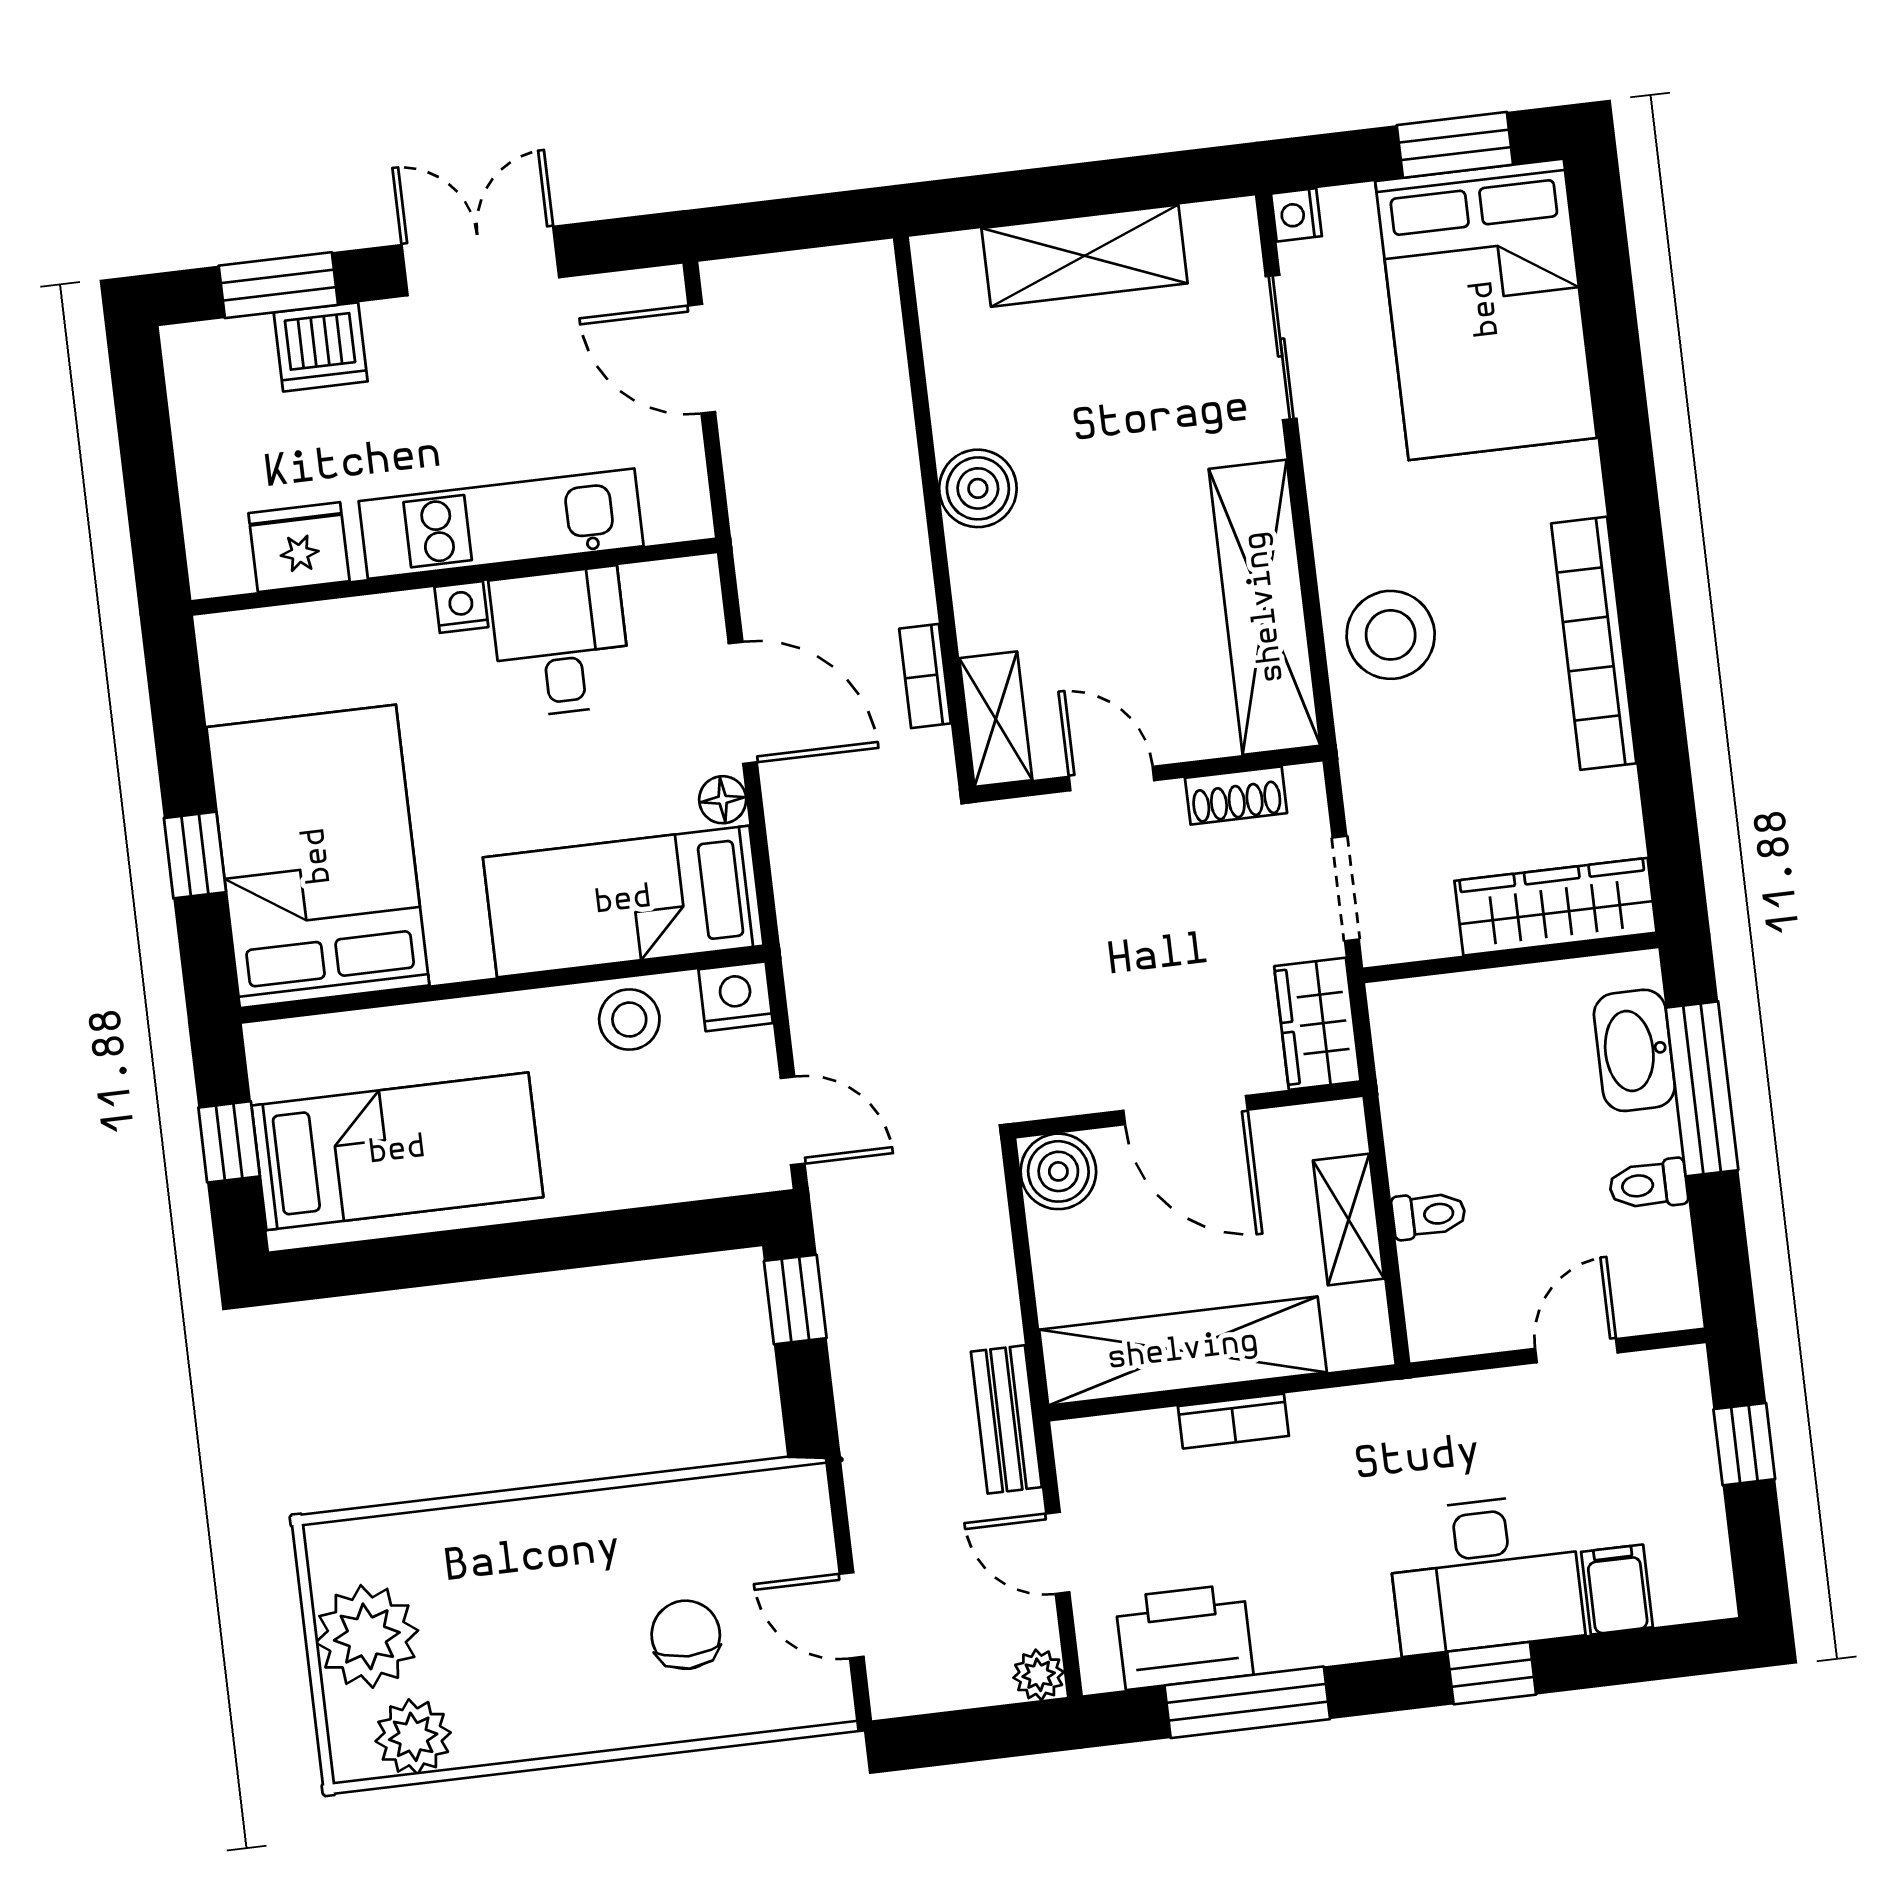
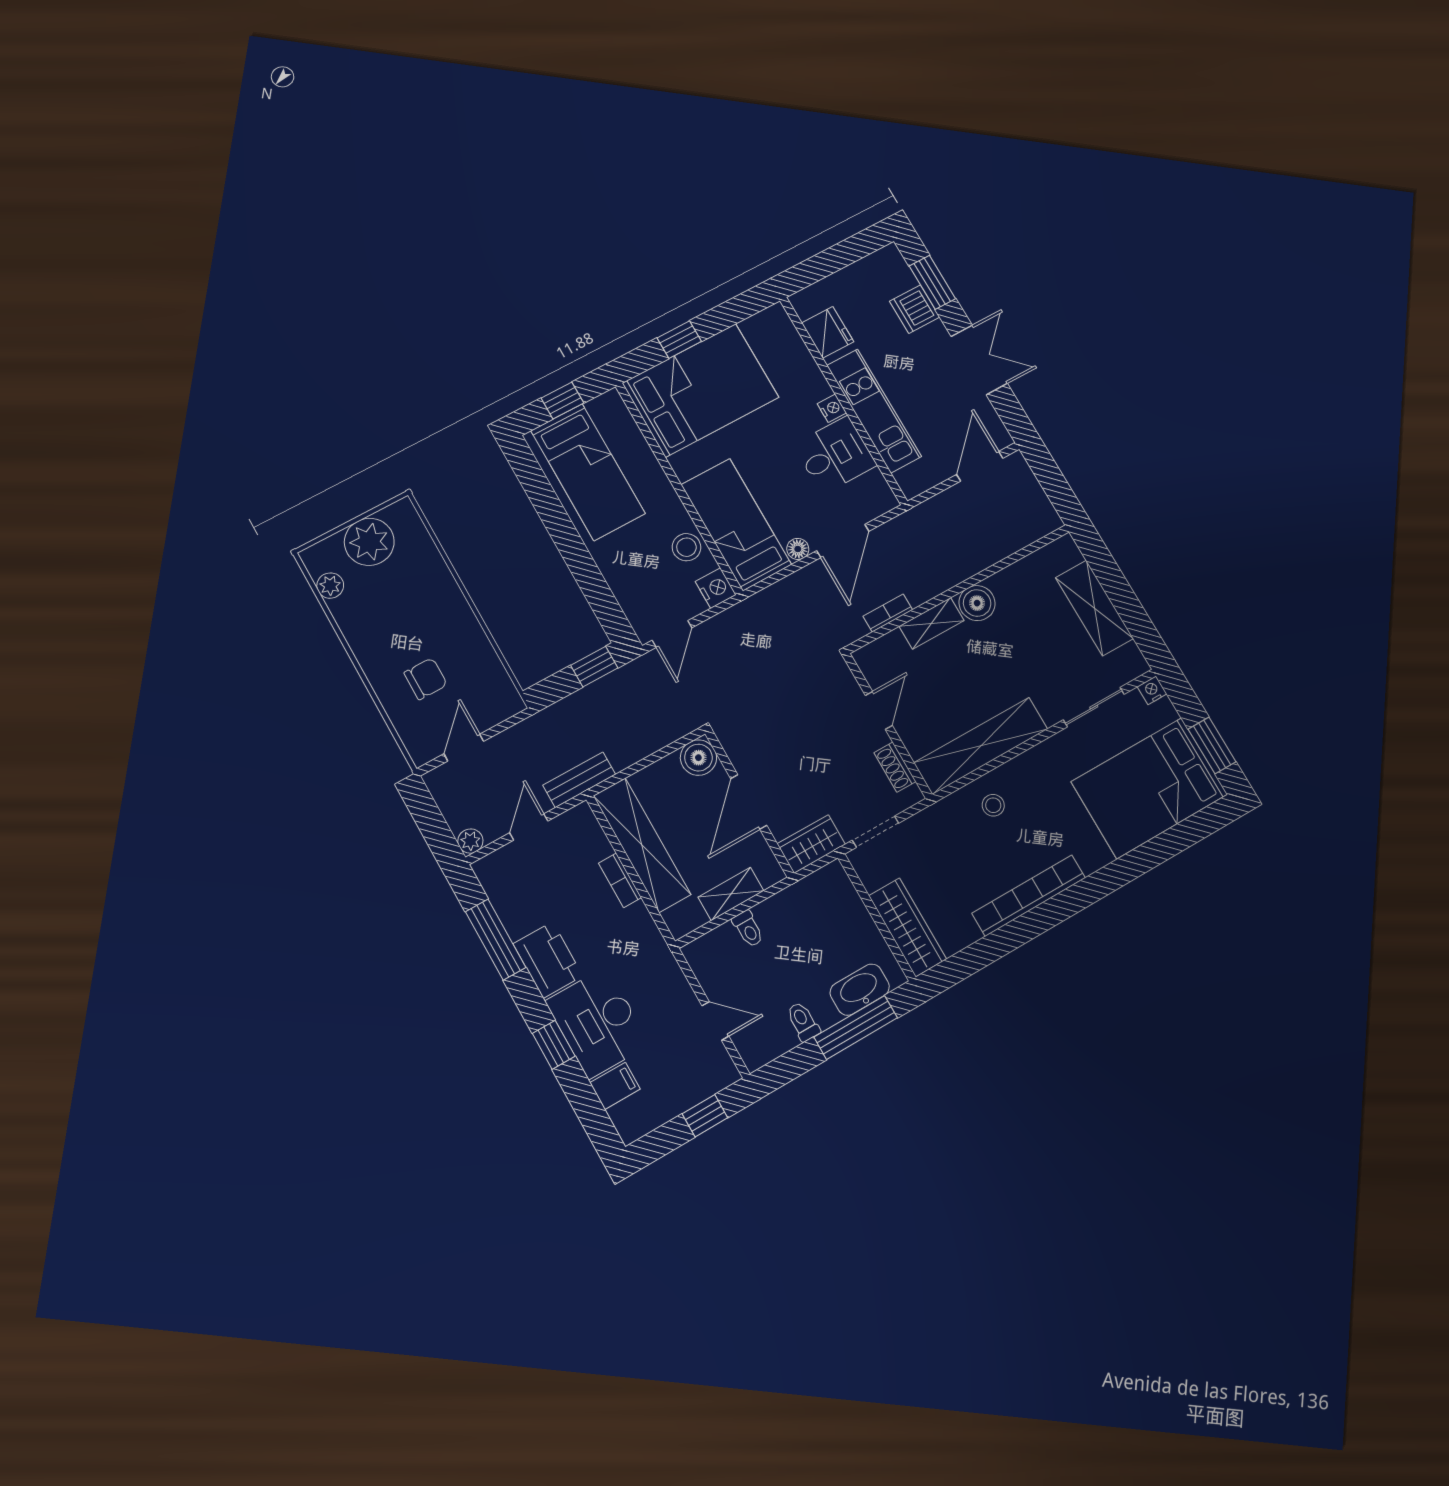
stool: (1391, 635) -> (993, 805), width x0.53, depth x0.53
shelving: (996, 719) -> (932, 623), moved
printer: (1184, 1636) -> (548, 960), moved
plant: (413, 1737) -> (330, 586), width x0.73, depth x0.73

